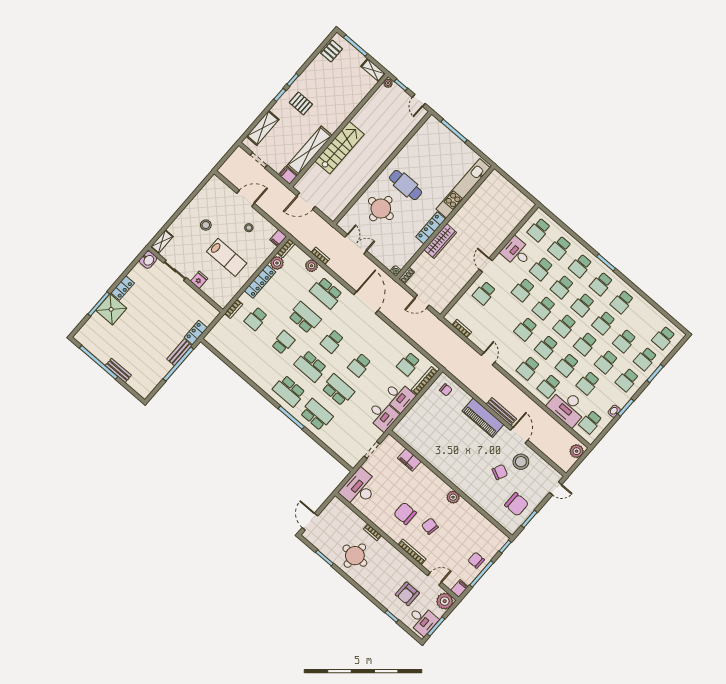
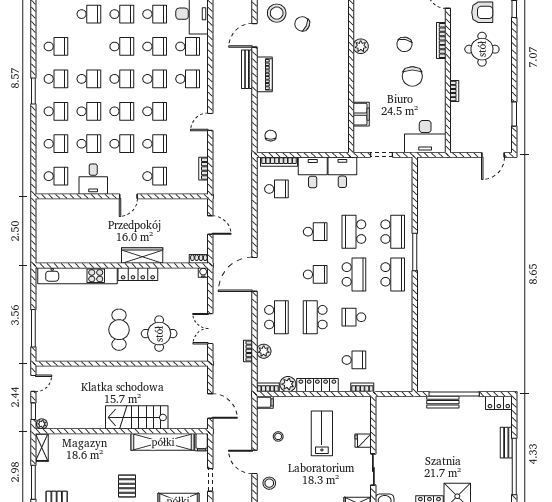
stool: (206, 225) -> (269, 483), moved
school desk: (604, 323) -> (155, 144), moved
locker: (196, 332) -> (499, 403), moved
school desk: (316, 415) -> (393, 232), turned 180
piano: (483, 418) -> (264, 74), width x0.73, depth x0.75
round table: (355, 556) -> (482, 49), moved

